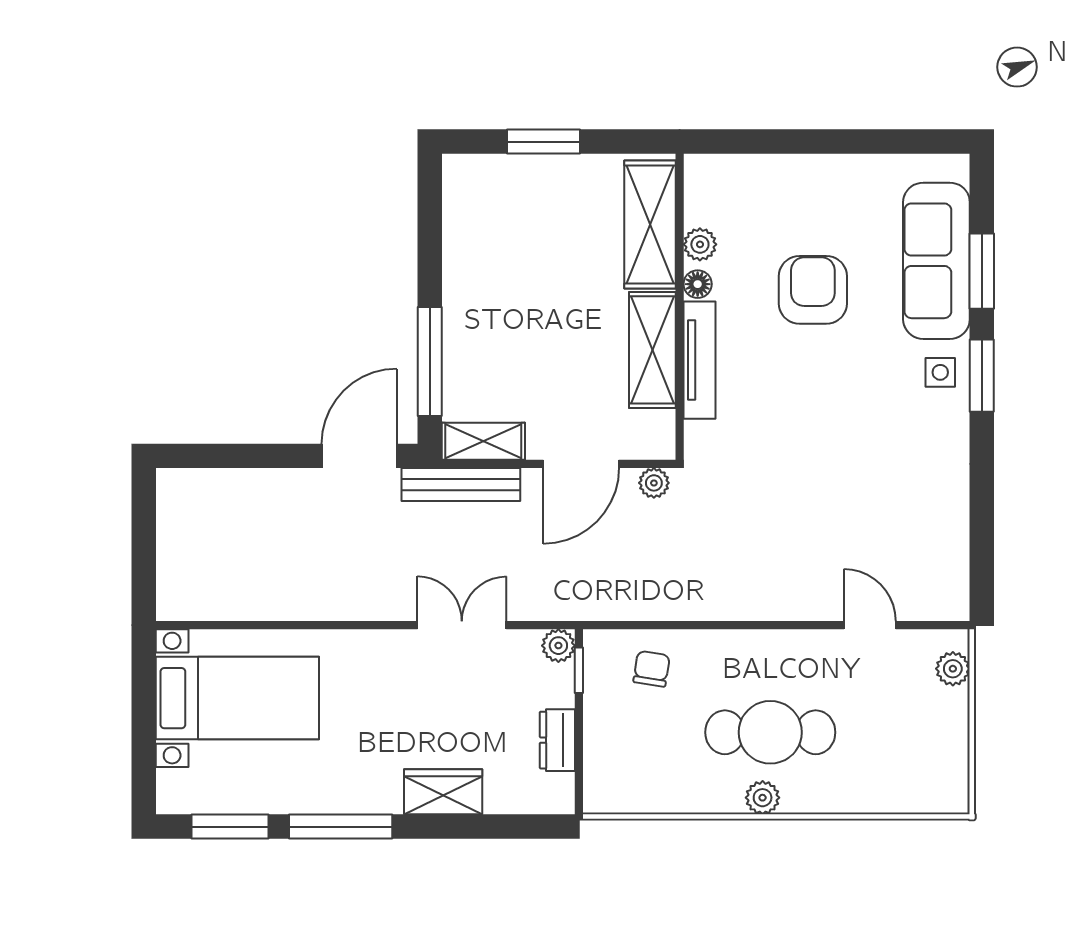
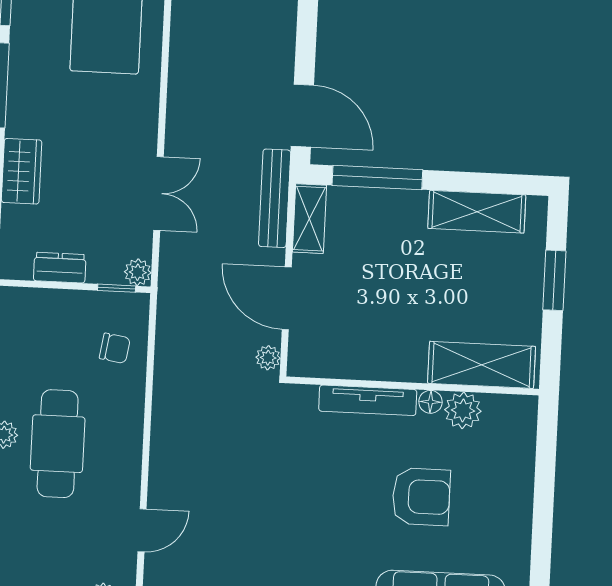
plant: (700, 244) -> (463, 410), width x1.38, depth x1.38
shelving: (652, 350) -> (477, 212), moved

